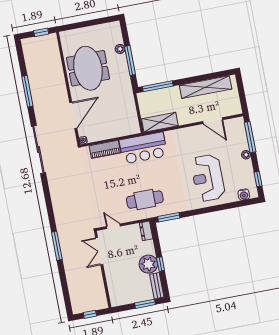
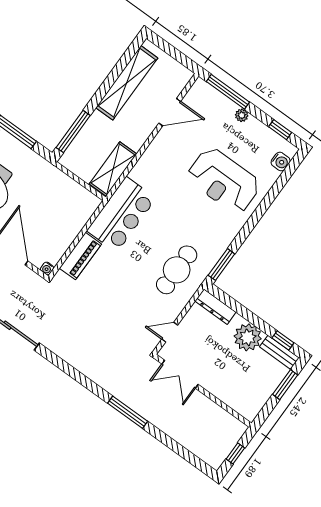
dresser: (146, 231) -> (215, 307), width x1.44
window: (161, 264) -> (283, 340), moved

